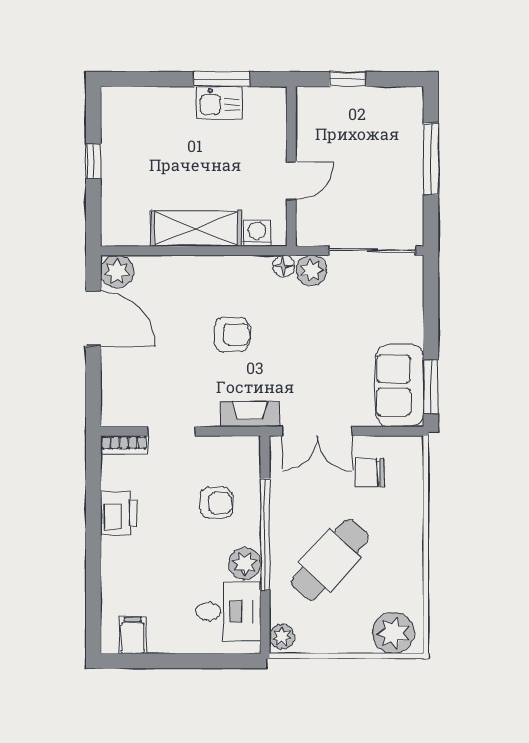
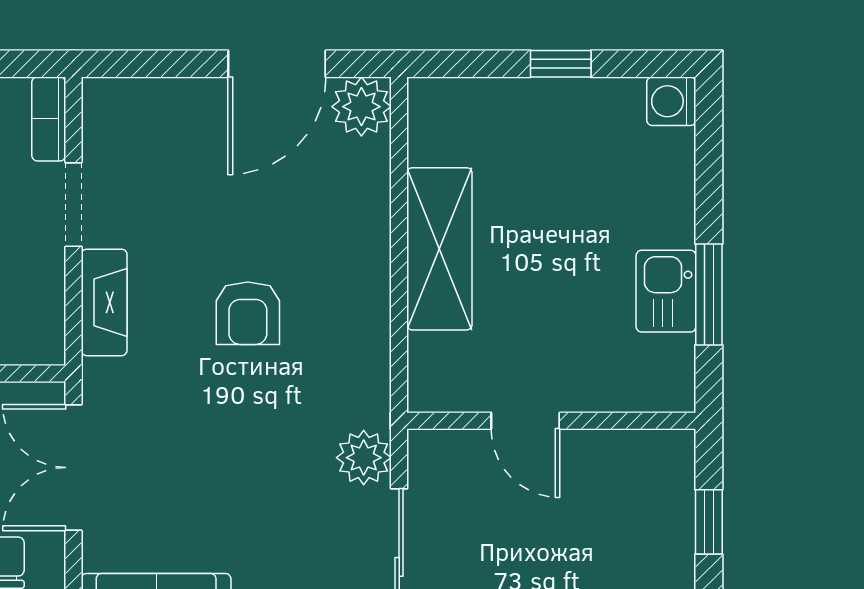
washing machine: (257, 233) -> (671, 101), moved, turned 180
floor lamp: (283, 266) -> (372, 406), removed
fireplace: (250, 414) -> (104, 302), moved

